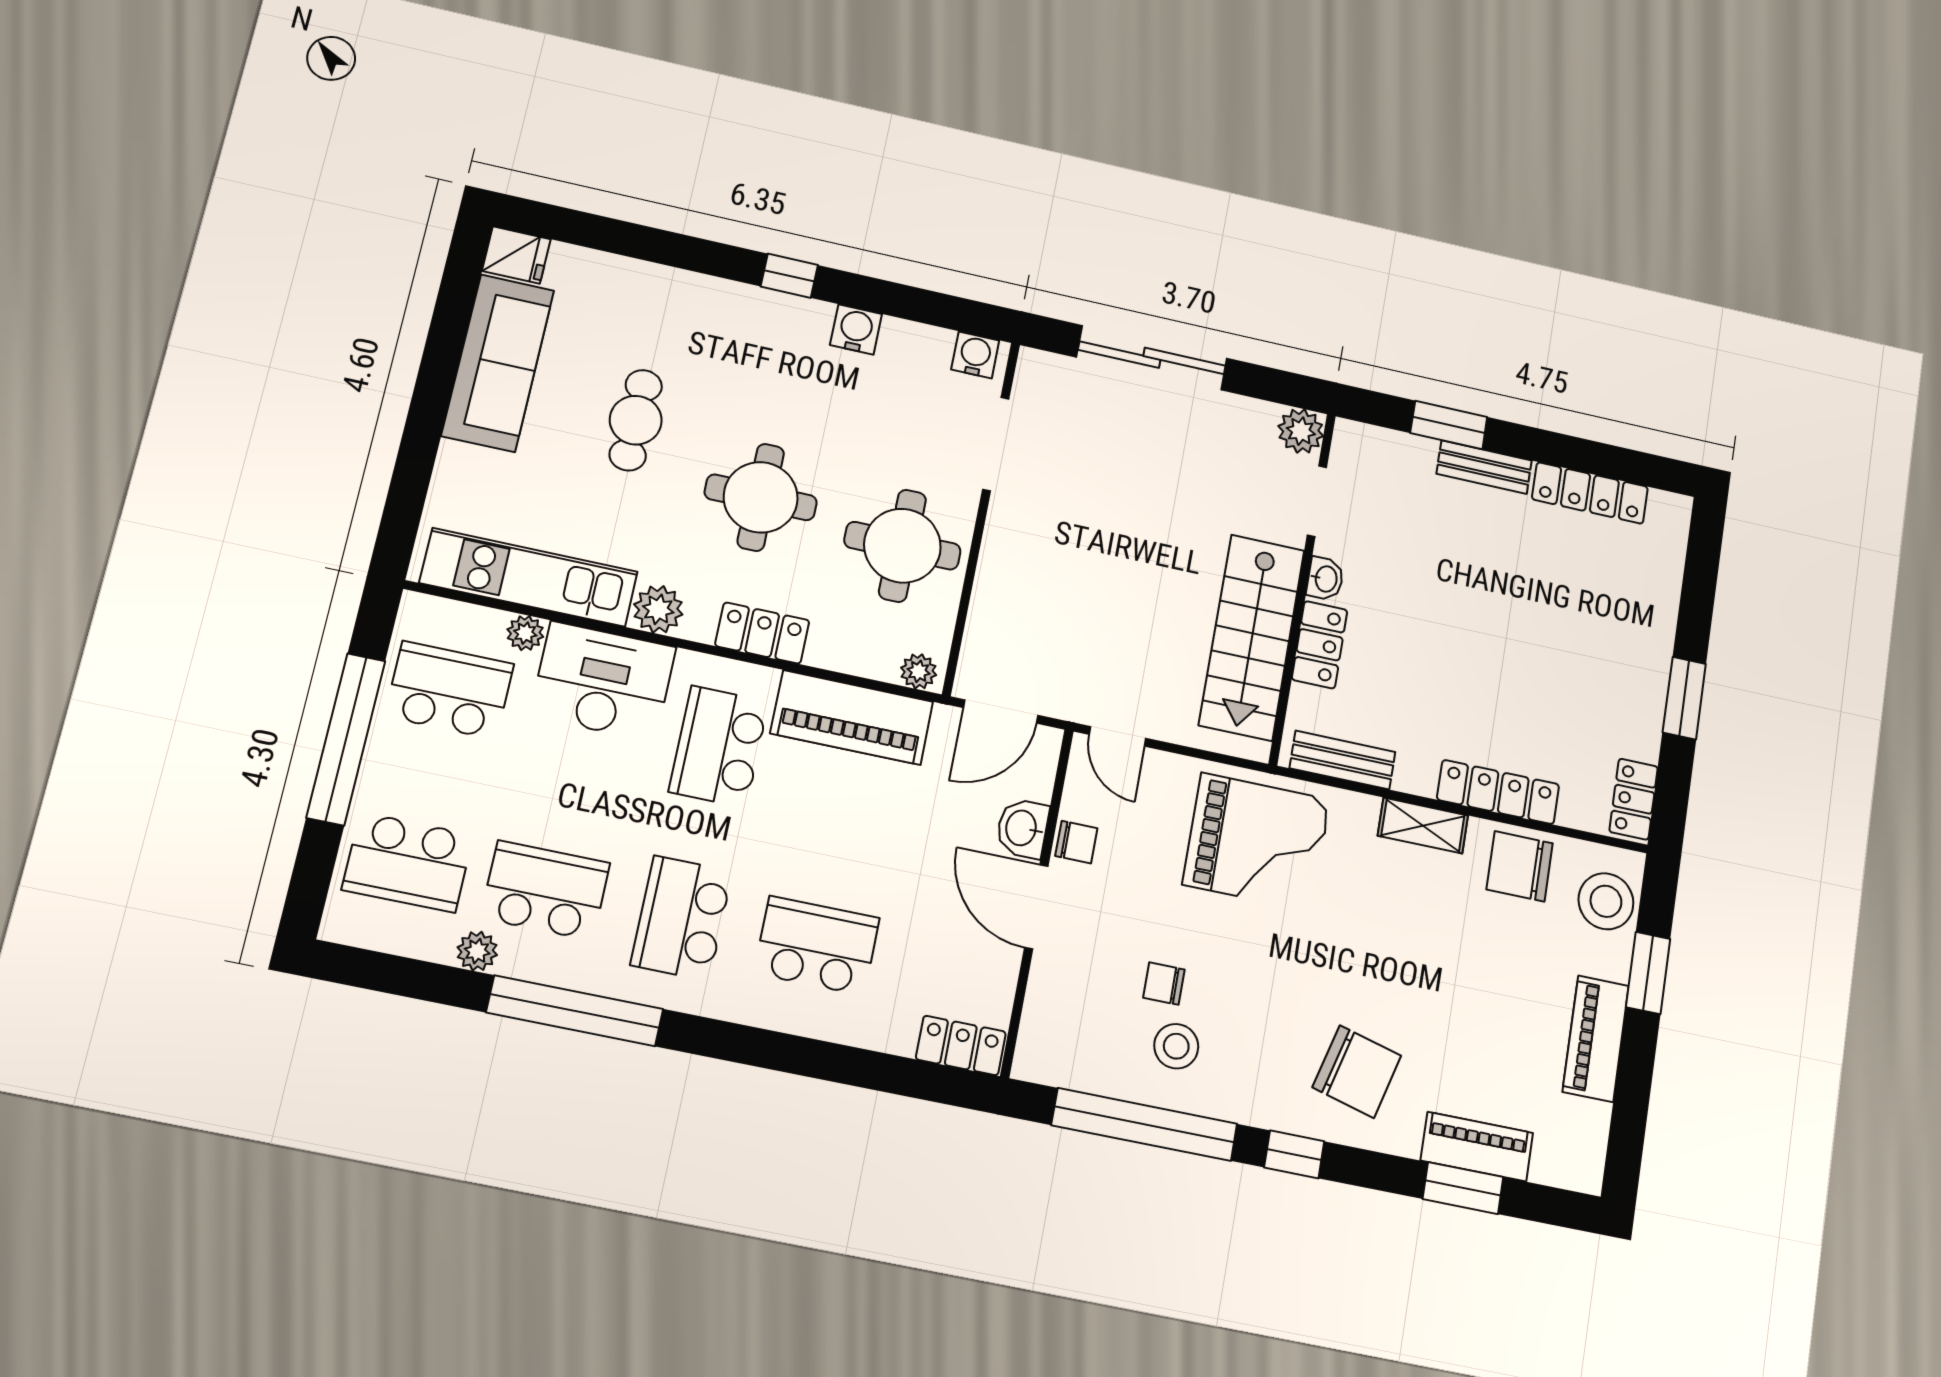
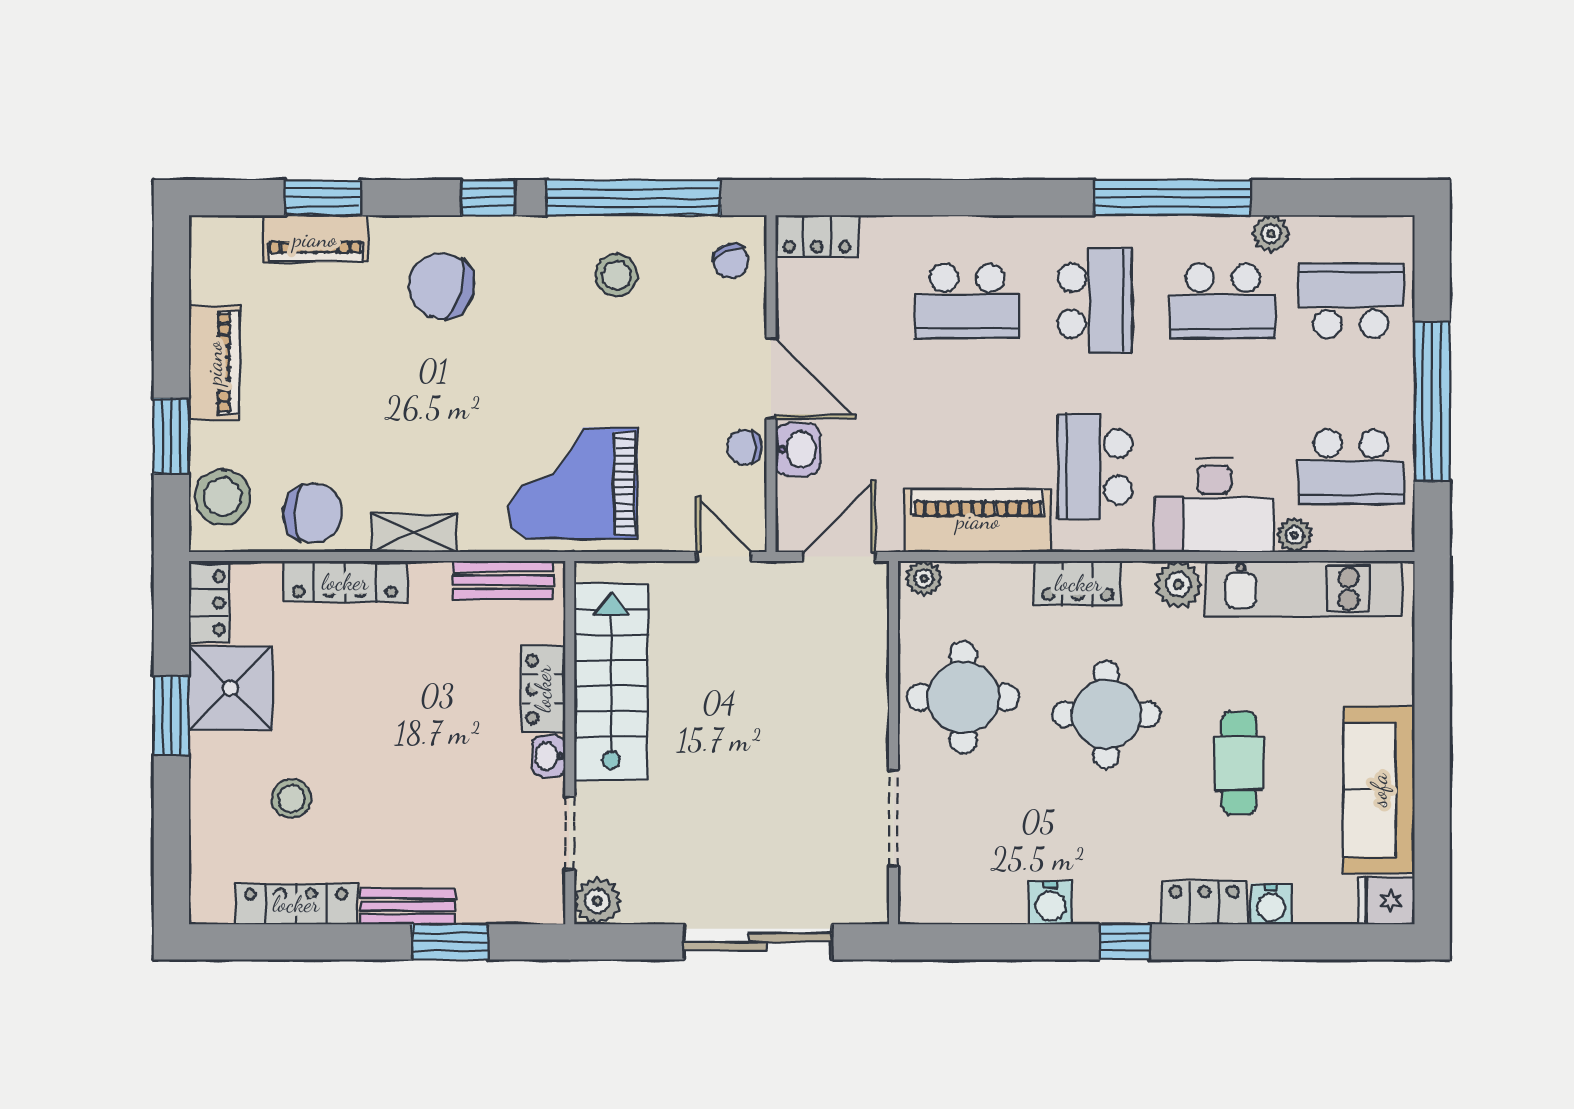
locker: (702, 295) -> (1204, 903), added
water cooler: (975, 355) -> (1271, 904), moved
stool: (1580, 593) -> (292, 799), added
shower: (1624, 712) -> (231, 688), added
school desk: (719, 747) -> (1095, 467), turned 180
chair: (1164, 984) -> (731, 261), moved, turned 68

